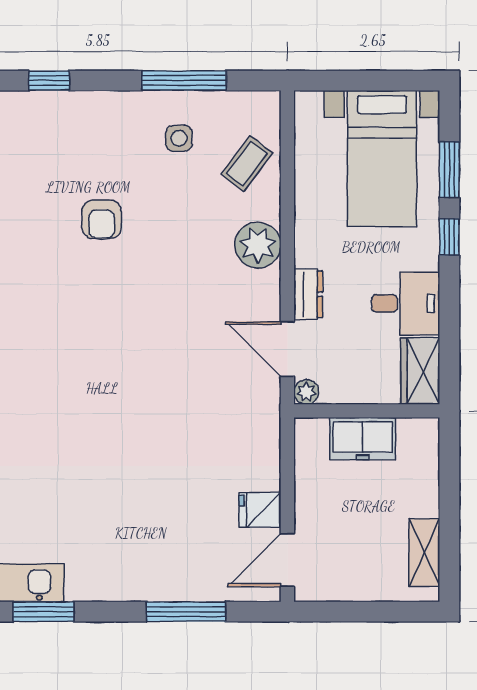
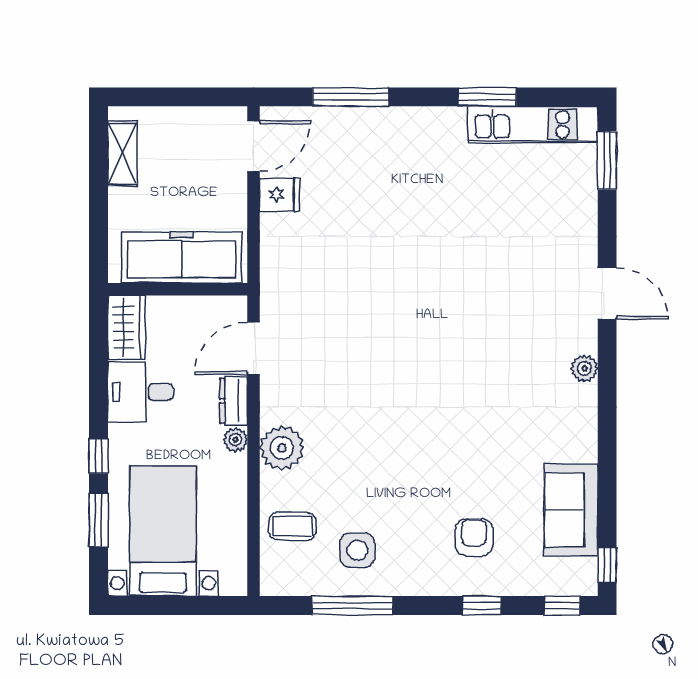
side table: (179, 138) -> (357, 550), width x1.37, depth x1.37
coffee table: (247, 164) -> (292, 526), turned 53
armchair: (102, 219) -> (474, 537), moved
door: (287, 349) -> (254, 348), swing flipped
plant: (306, 392) -> (235, 440), moved
freezer: (363, 439) -> (181, 257), width x1.91, depth x1.26

